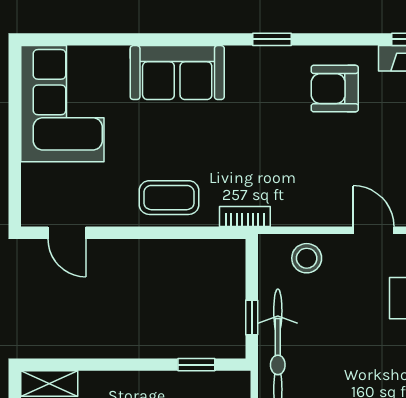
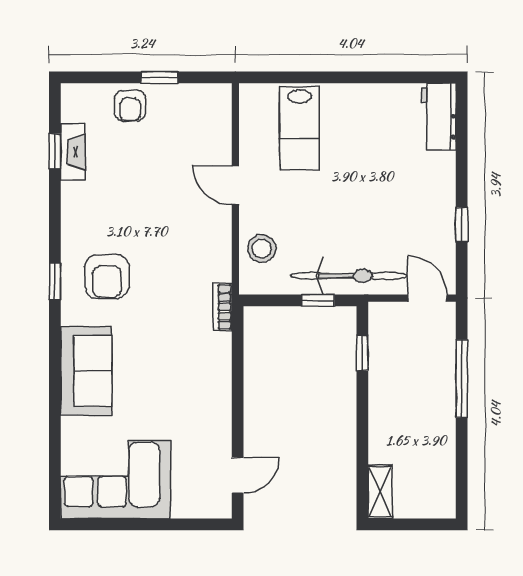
armchair: (335, 89) -> (107, 276), moved
coffee table: (169, 198) -> (204, 379), removed
door: (374, 230) -> (235, 185), hinge flipped

